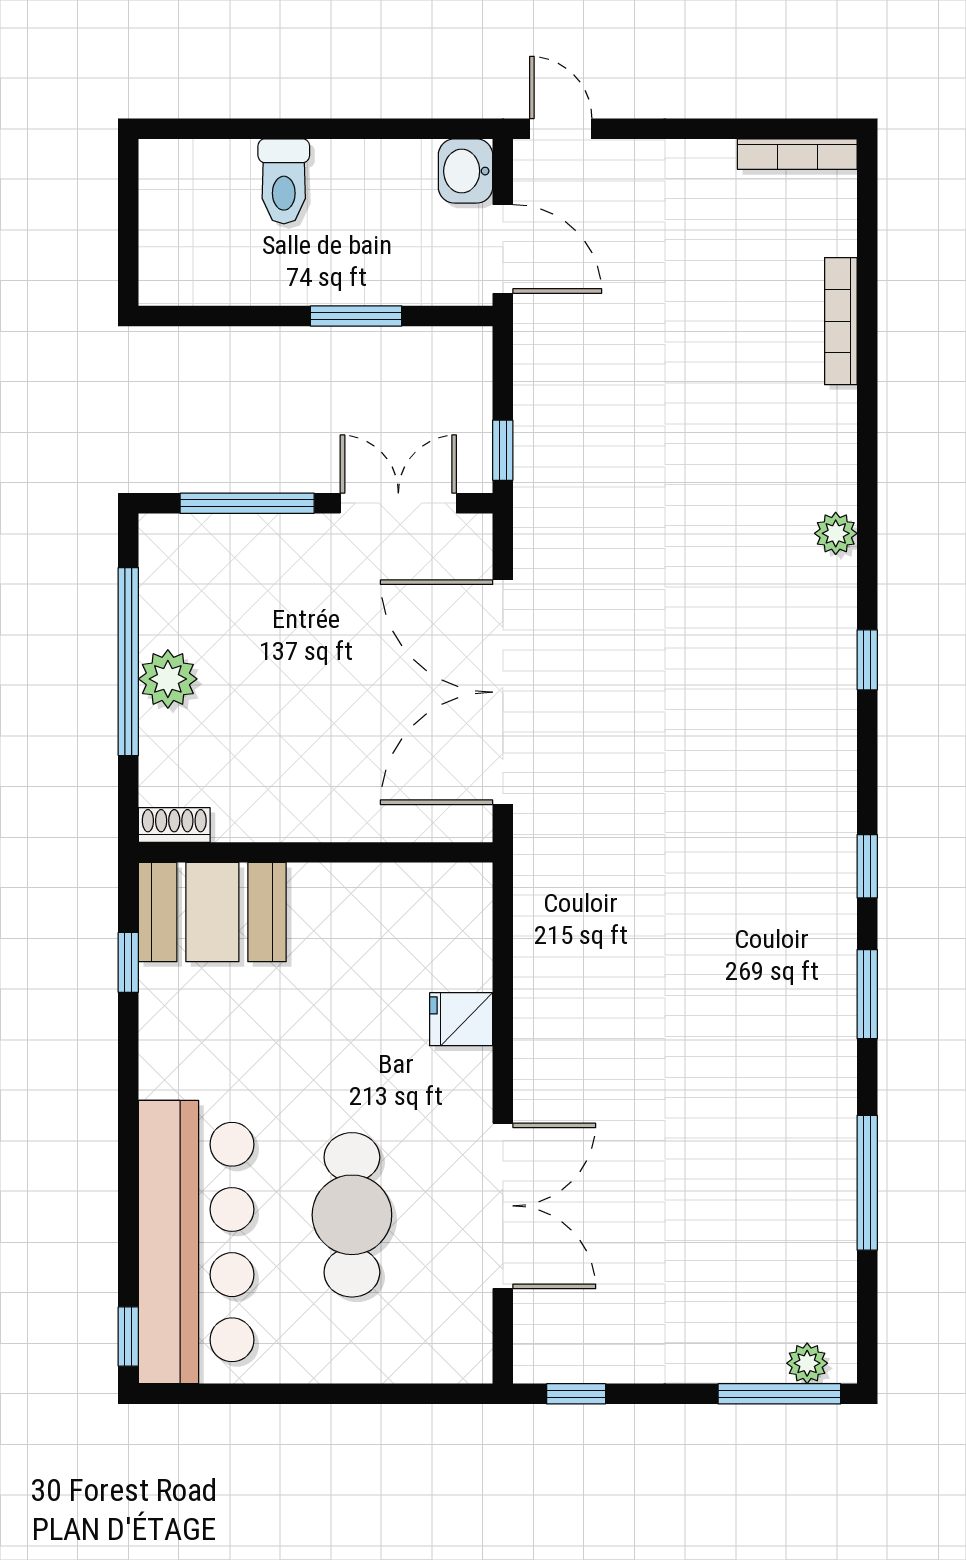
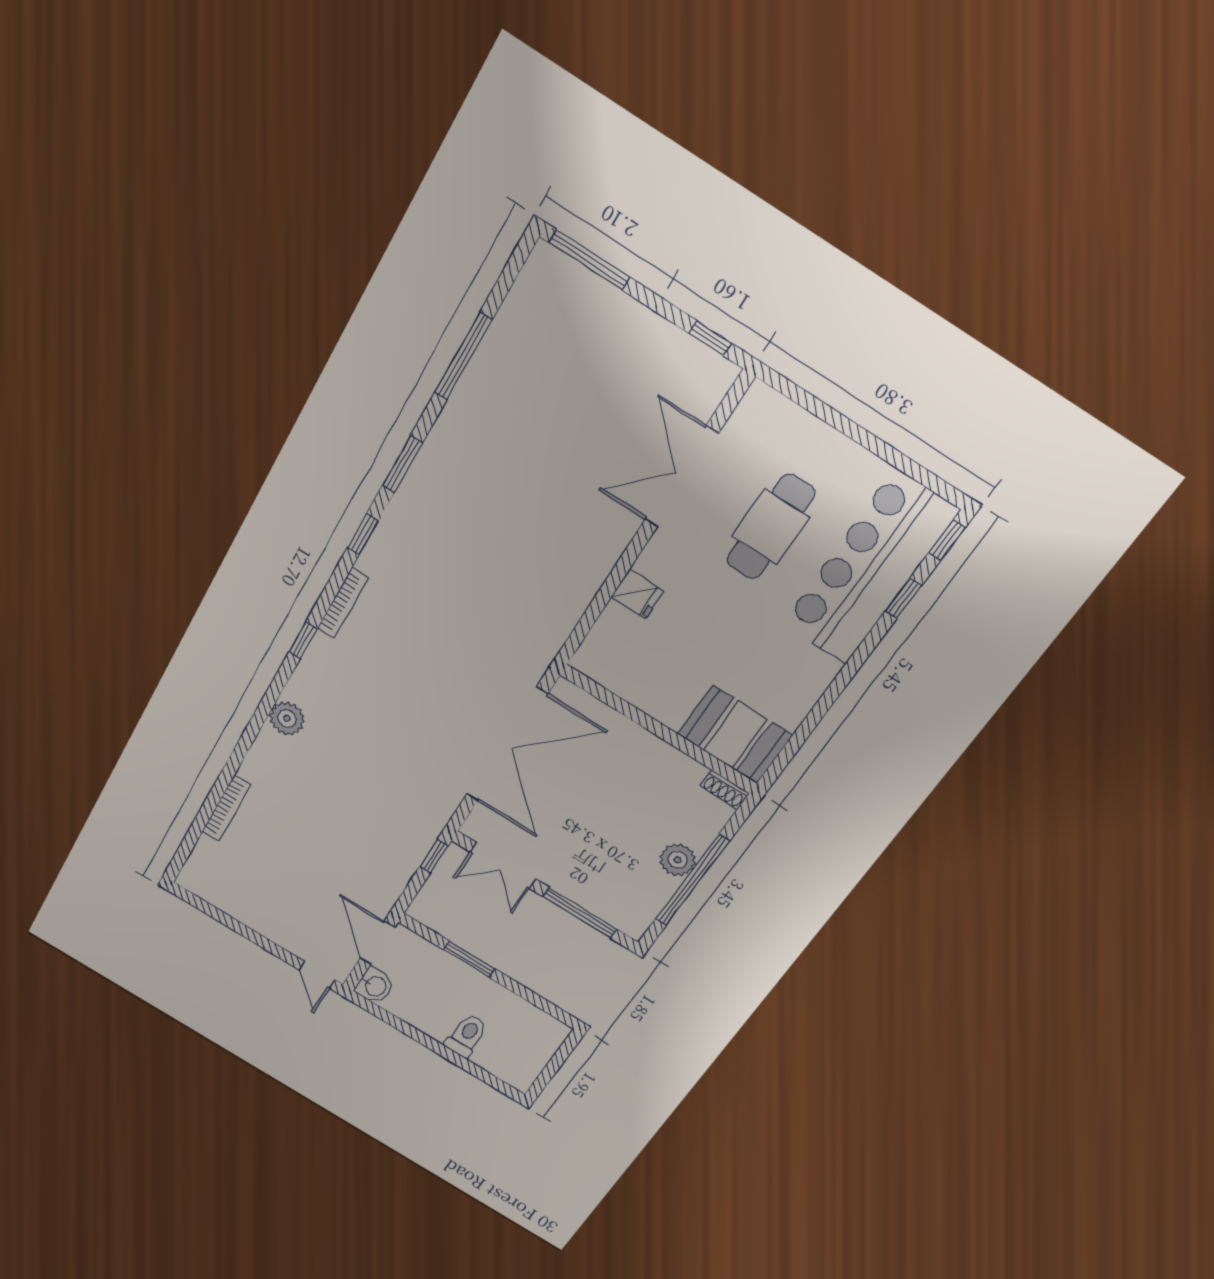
bookcase: (797, 154) -> (343, 603), moved, turned 90
plant: (836, 533) -> (287, 718), width x1.38, depth x1.38
window: (128, 962) -> (903, 599), moved
plant: (807, 1363) -> (562, 269), removed

